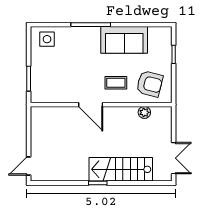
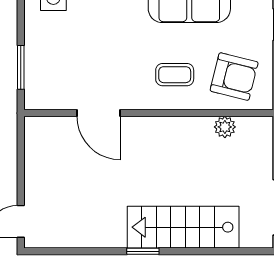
door: (91, 105) -> (98, 113), moved

